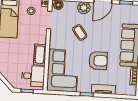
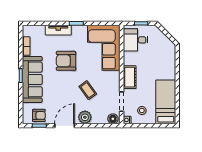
armchair: (126, 12) -> (39, 115), added
cot: (40, 55) -> (130, 77), moved

